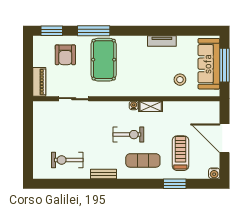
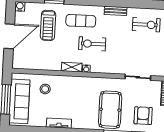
door: (225, 138) -> (9, 36), hinge flipped

